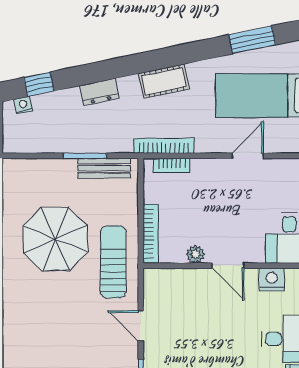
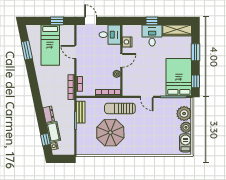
cot: (164, 81) -> (53, 132), moved
door: (141, 326) -> (147, 97), hinge flipped

